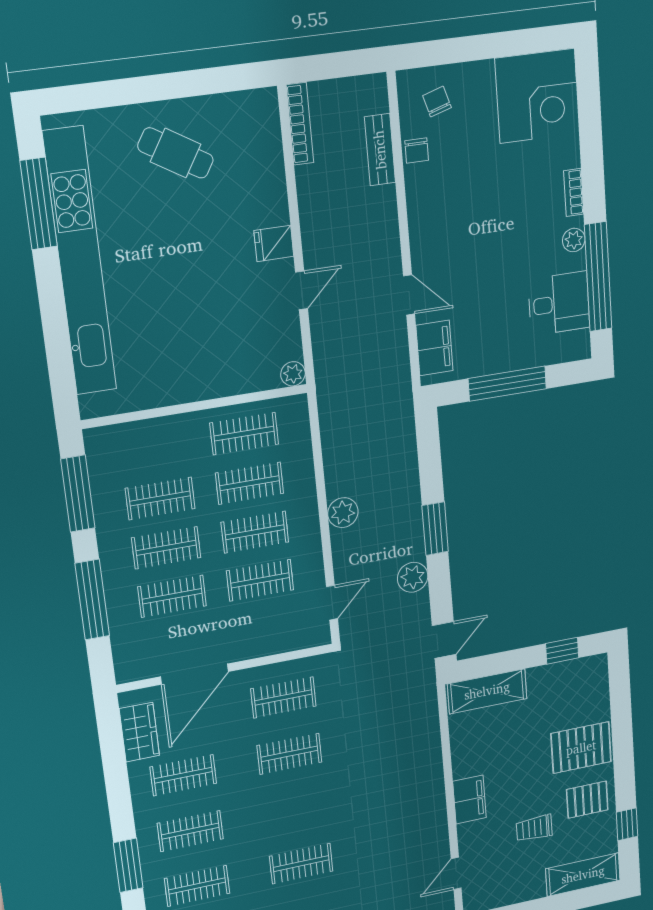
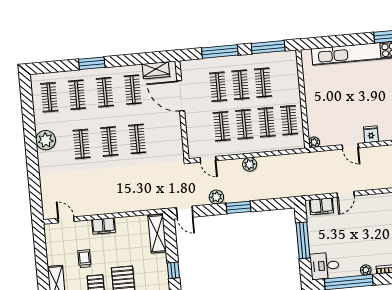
desk: (559, 303) -> (325, 266), moved, turned 90
clothes rail: (283, 697) -> (109, 141), moved

